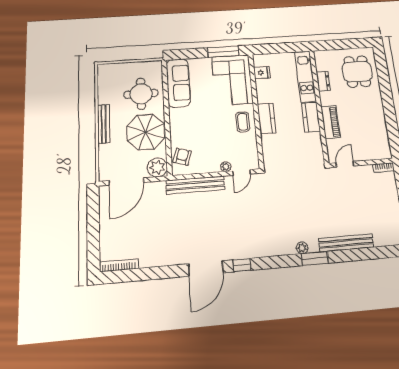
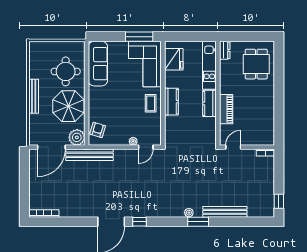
fridge: (262, 73) -> (174, 59), width x1.88, depth x1.34
dresser: (323, 81) -> (225, 50), moved
bench: (195, 185) -> (89, 155), moved

